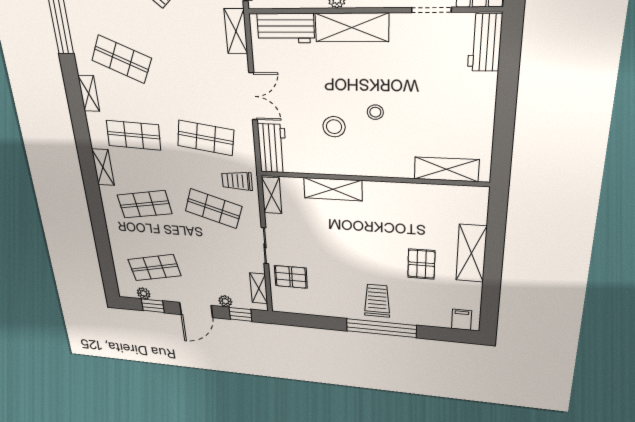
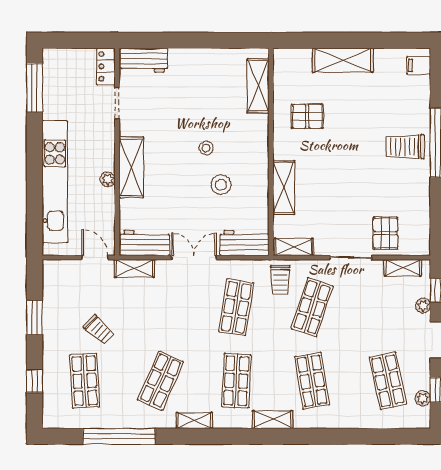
workbench: (286, 28) -> (145, 243), moved, turned -90
pallet: (421, 264) -> (307, 116), moved

